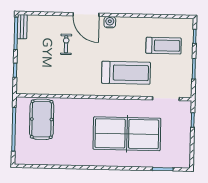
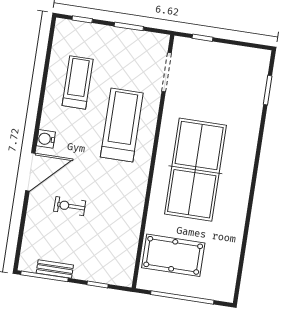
bench: (22, 27) -> (55, 269), moved
treadmill: (164, 46) -> (78, 82), moved
table tennis table: (127, 134) -> (195, 170), moved

